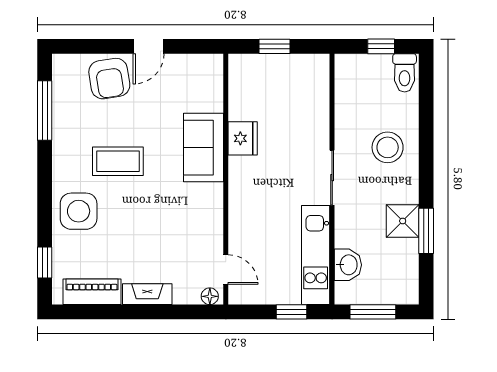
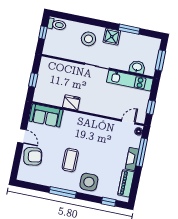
window: (45, 110) -> (63, 192), moved
sofa: (203, 148) -> (46, 115), moved
shower: (403, 221) -> (112, 37), moved
window: (166, 312) -> (142, 152), added
window: (291, 312) -> (151, 107), moved

